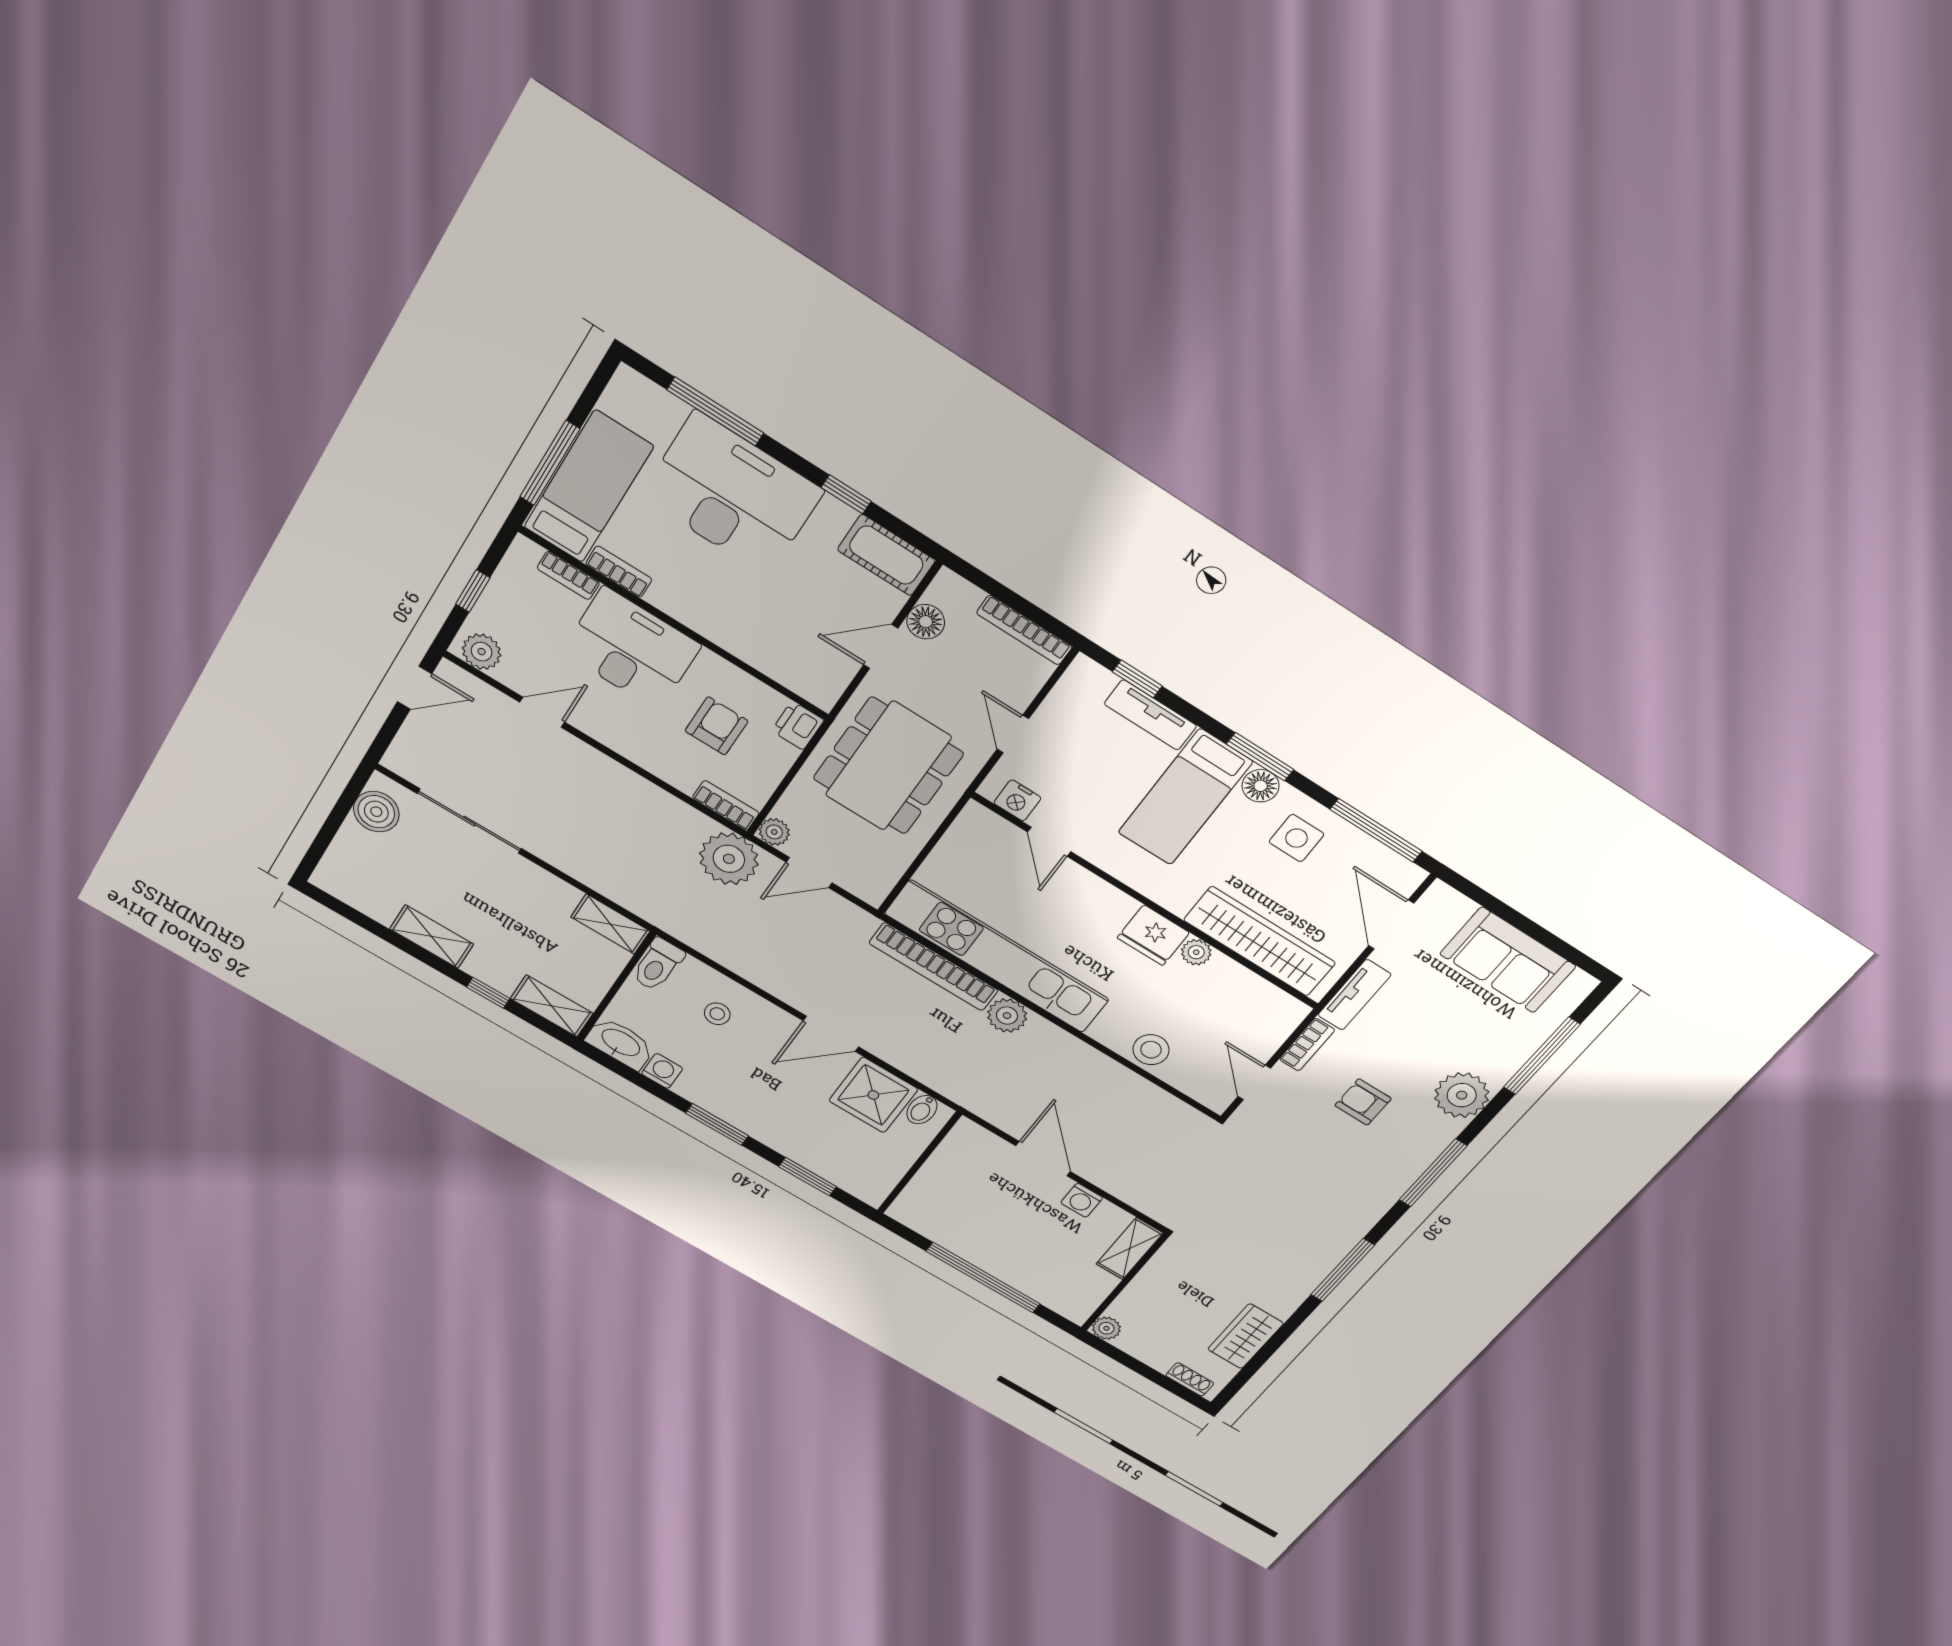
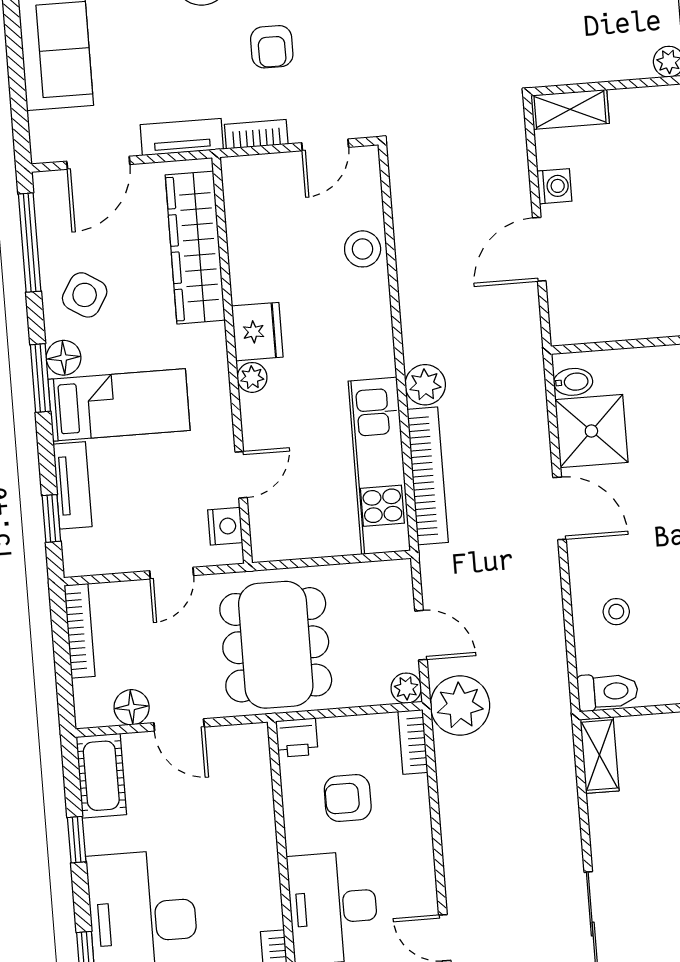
dining table: (888, 766) -> (276, 645), turned 90
side table: (1297, 838) -> (85, 295), turned 32
plant: (1196, 952) -> (252, 377), moved
kitchen unit: (997, 957) -> (379, 466), width x0.73

